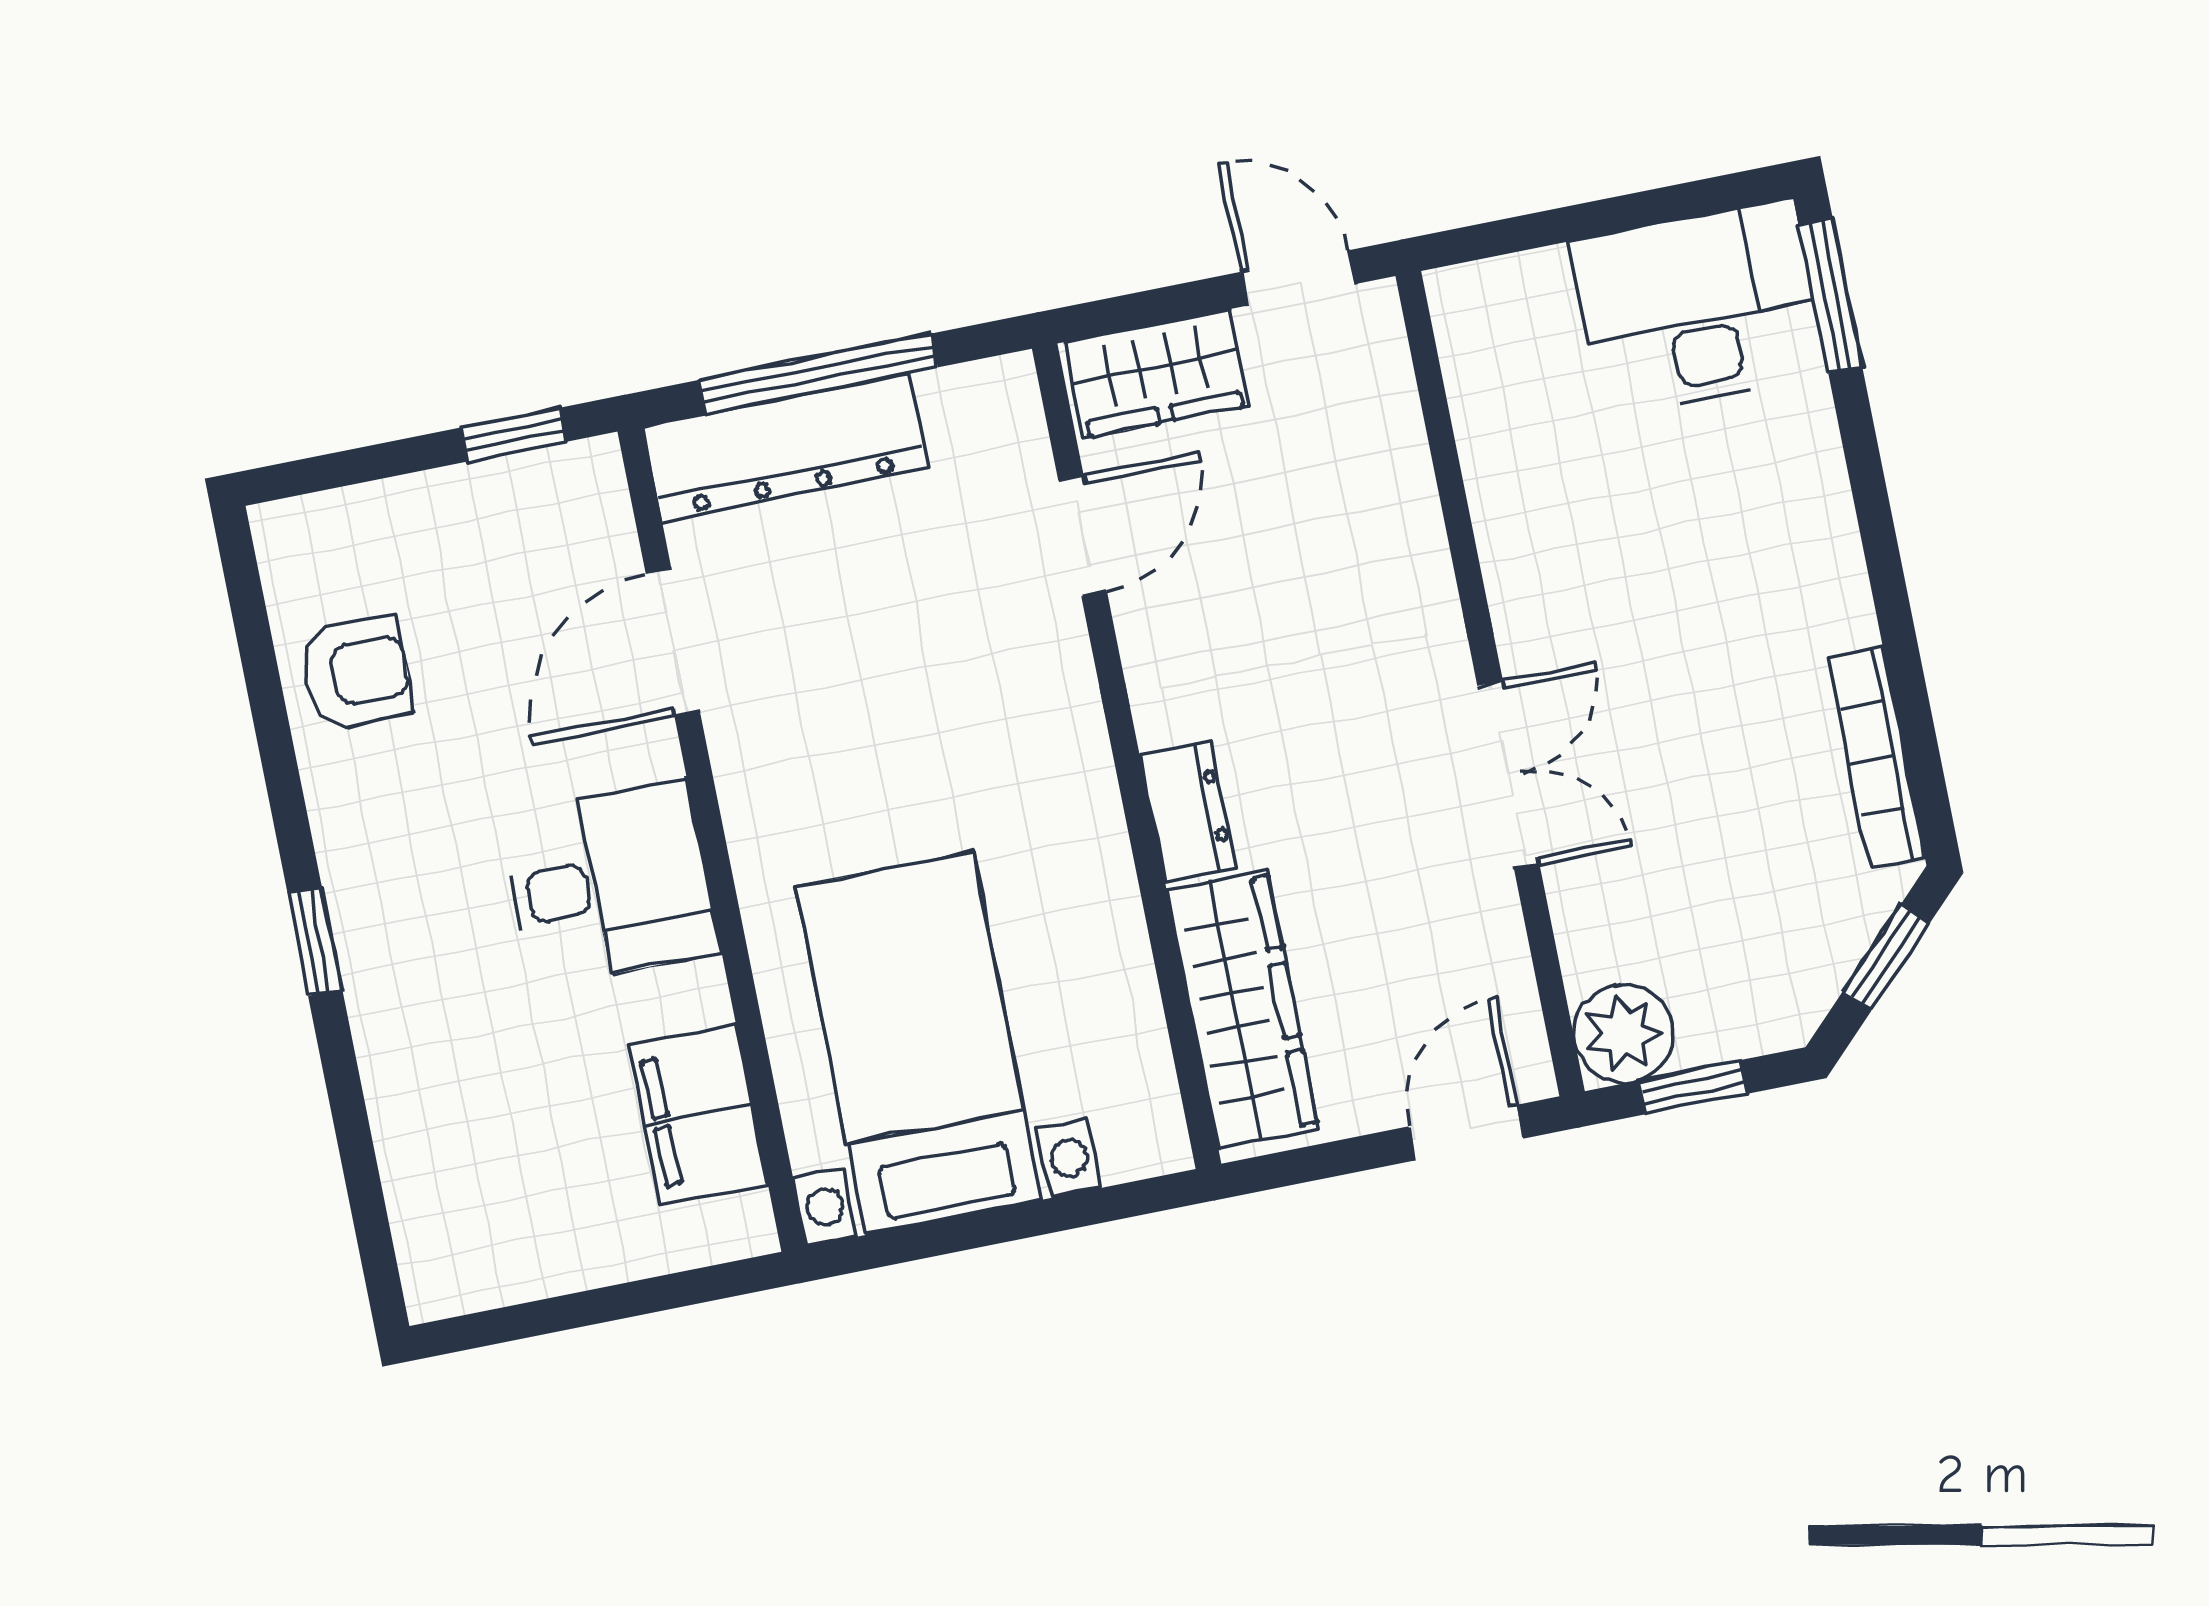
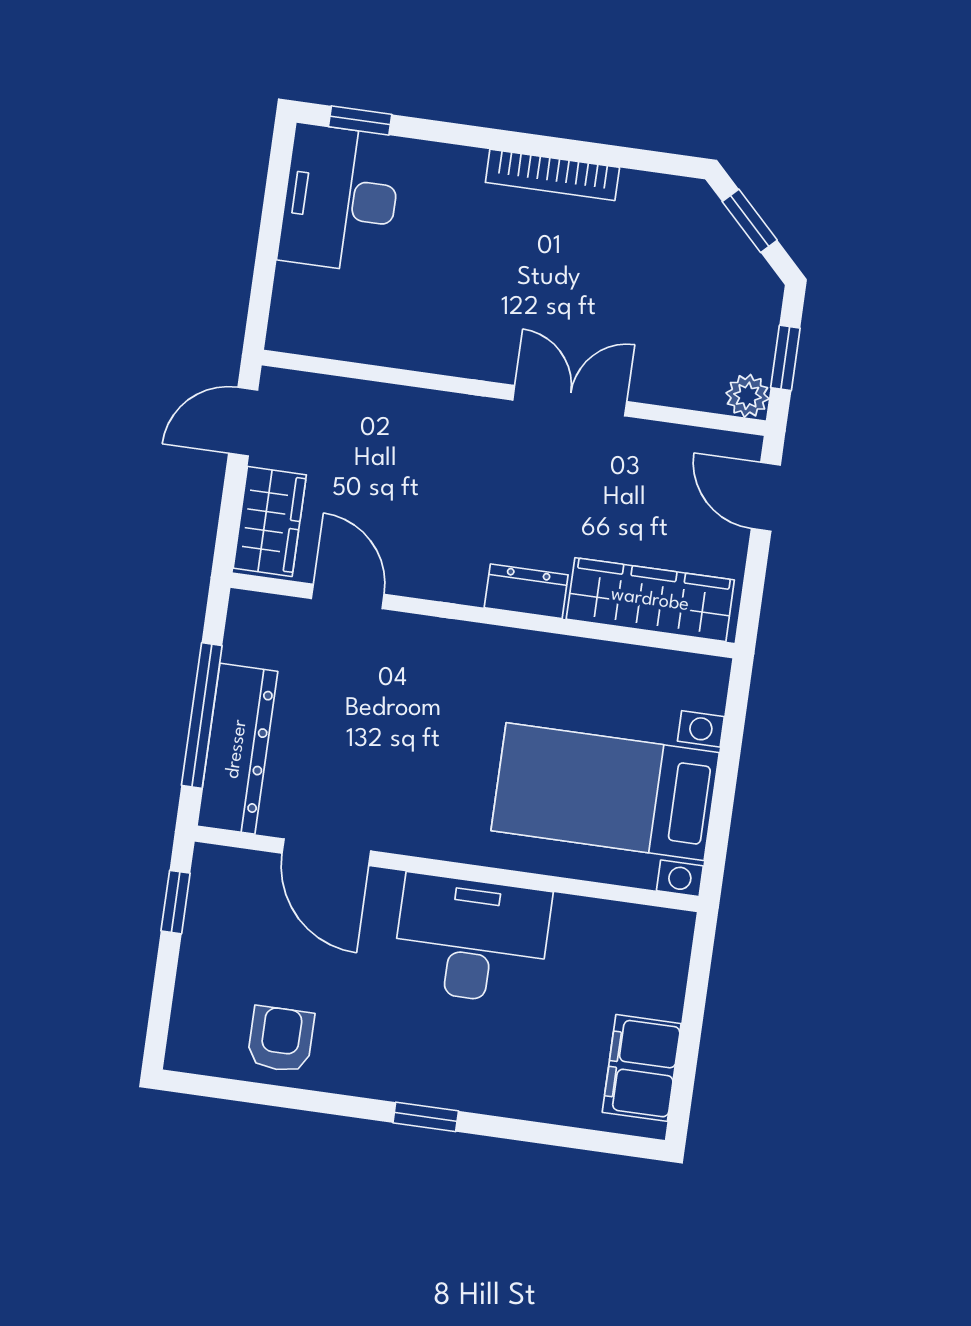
window: (1830, 296) -> (360, 120), width x0.67
bookcase: (1877, 758) -> (552, 175), moved
desk: (610, 883) -> (472, 940), width x1.37
plant: (1623, 1033) -> (748, 396), width x0.73, depth x0.73
filing cabinet: (699, 1115) -> (642, 1068), moved, turned 90

